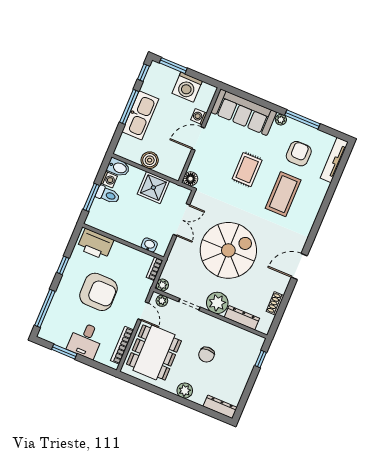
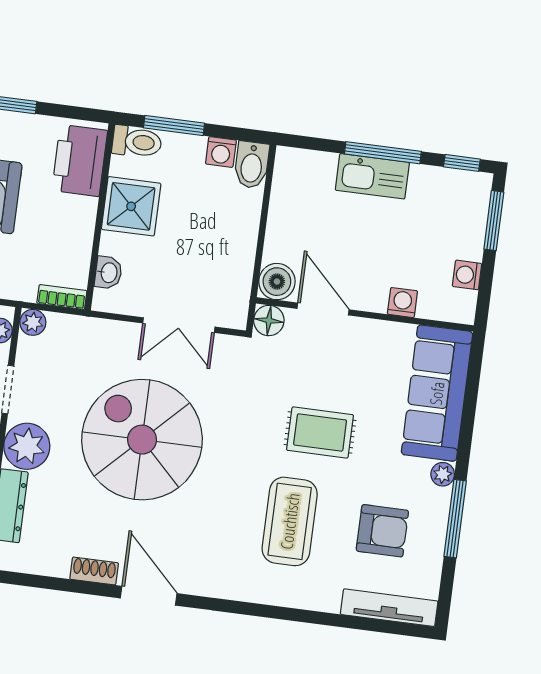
washing machine: (187, 87) -> (467, 275), width x0.53, depth x0.53
kitchen sink: (140, 115) -> (372, 176), width x0.73, depth x0.81
door: (198, 138) -> (323, 309), moved
boiler: (150, 160) -> (277, 282), moved
shower: (153, 188) -> (131, 206), moved
coffee table: (283, 194) -> (290, 521), turned 90
toilet: (108, 195) -> (137, 142), moved, turned -90
spiral stairs: (228, 250) -> (142, 440), turned 180
shoe rack: (275, 303) -> (94, 571), moved

